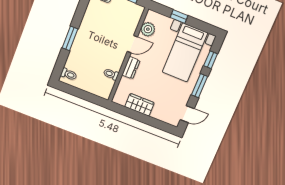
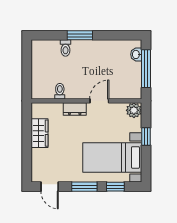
plant: (148, 29) -> (134, 110), moved
door: (132, 44) -> (99, 101), swing flipped
toilet: (69, 74) -> (65, 48), moved

